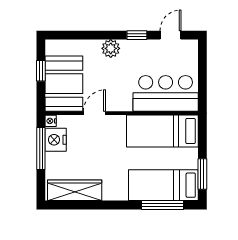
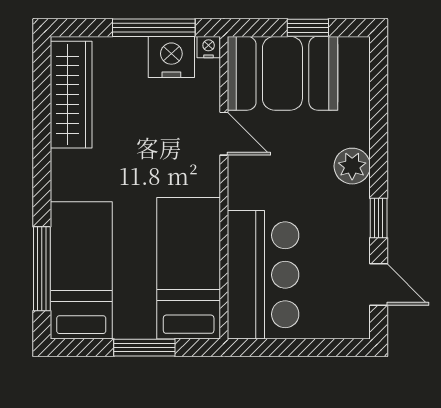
window: (202, 174) -> (144, 348), moved

